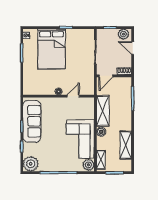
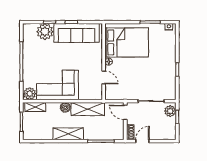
plant: (123, 34) -> (170, 111), moved
door: (133, 48) -> (142, 141), moved
bed: (52, 49) -> (127, 42), moved, turned 180
shelving: (126, 145) -> (68, 134), moved
plant: (31, 164) -> (45, 32), moved

